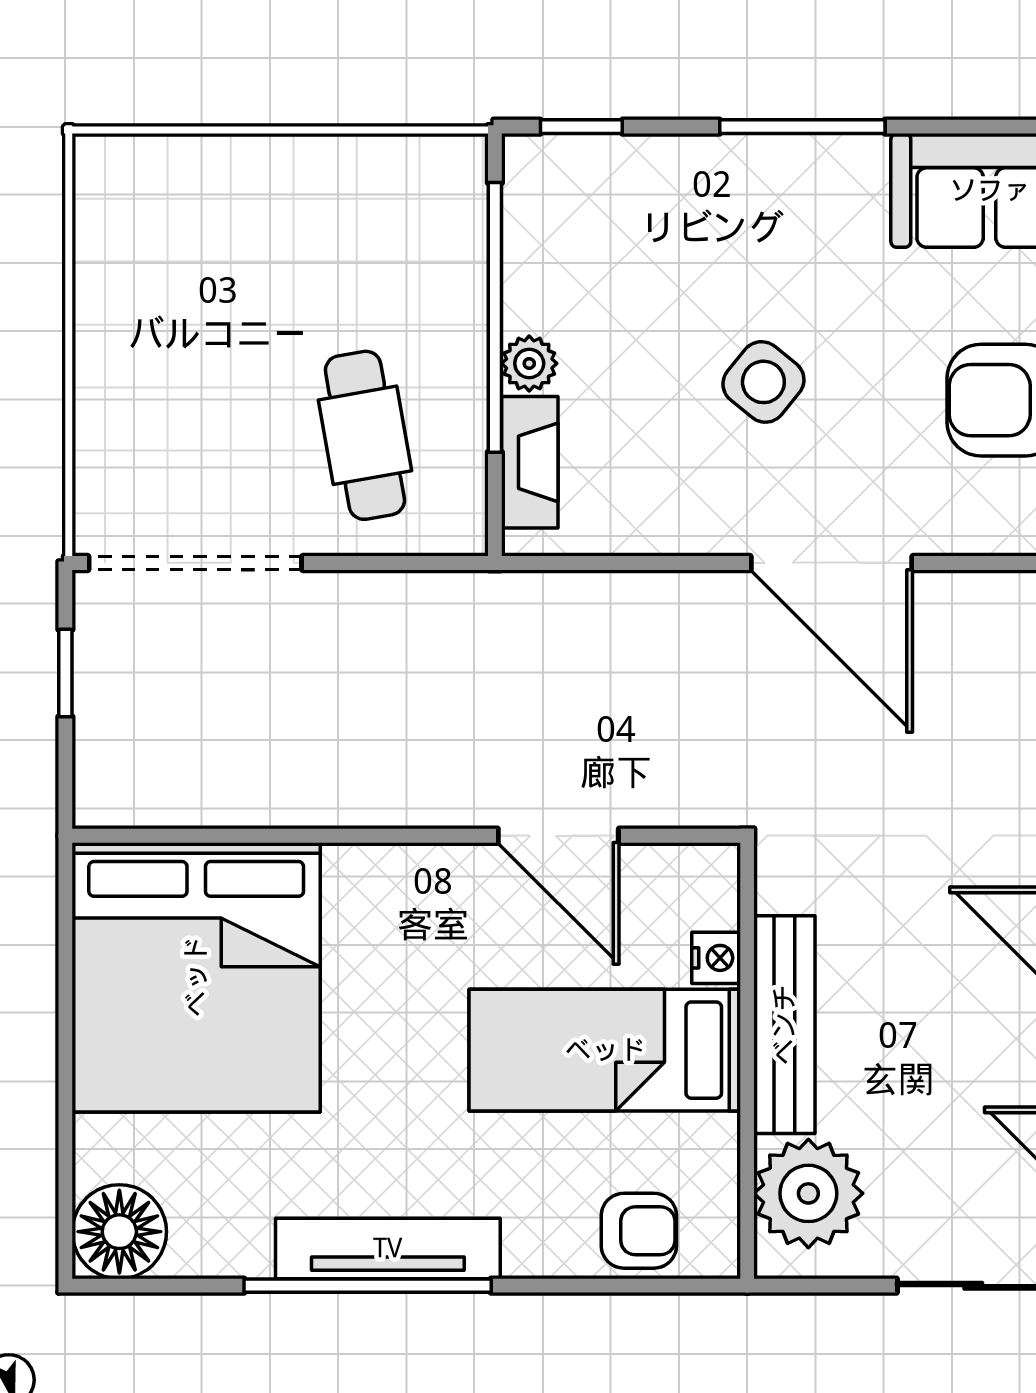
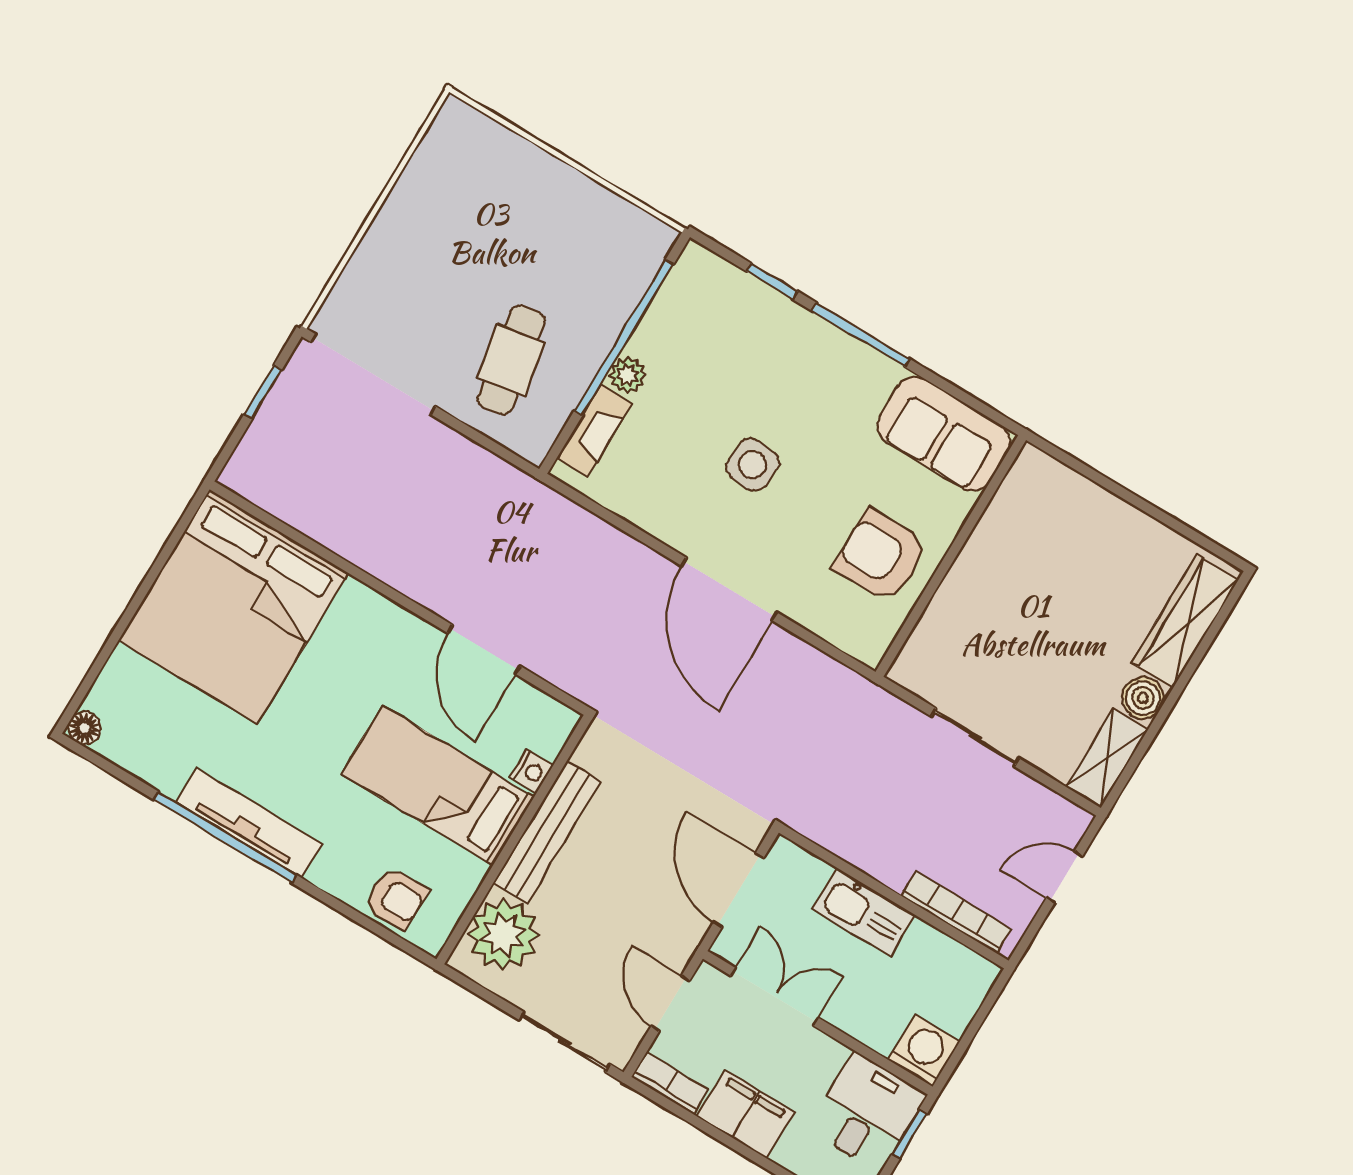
window: (581, 127) -> (772, 281), moved
side table: (763, 382) -> (753, 465), turned -34
floor lamp: (119, 1232) -> (84, 728), width x0.53, depth x0.53

